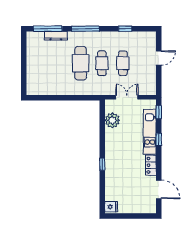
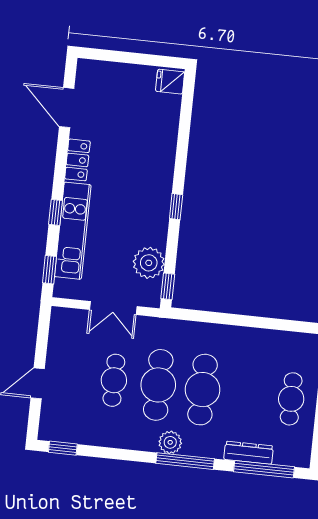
window: (125, 29) -> (63, 448), moved
plant: (93, 37) -> (170, 442), added
cafe table: (38, 63) -> (291, 399), added
cafe table: (102, 63) -> (158, 385), width x1.37, depth x1.35
window: (102, 110) -> (168, 286), added
window: (102, 164) -> (176, 207), moved

